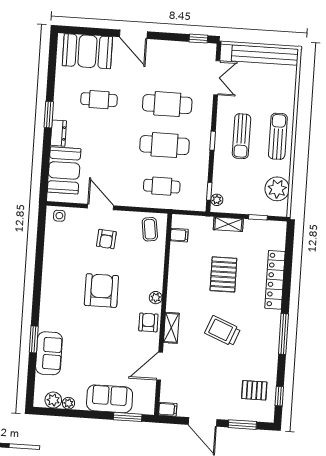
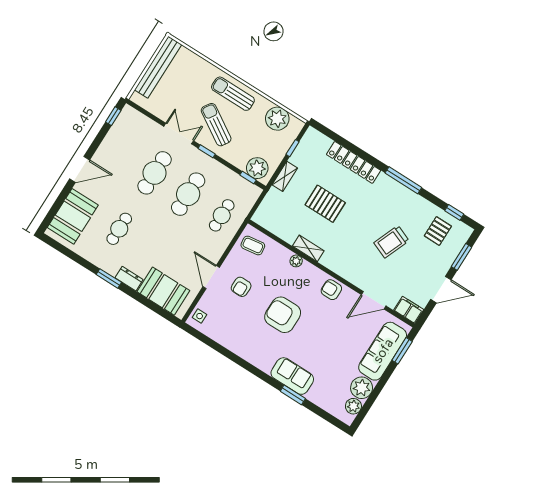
double door: (217, 78) -> (179, 134), moved
sun lounger: (241, 136) -> (216, 125), turned -148
plant: (217, 200) -> (257, 168), width x1.88, depth x1.88
door: (101, 207) -> (211, 277), hinge flipped
filing cabinet: (179, 235) -> (271, 223), removed
armchair: (106, 239) -> (241, 287), turned 85
plant: (156, 298) -> (296, 261), moved
shelving: (171, 328) -> (308, 248), moved
trolley: (223, 331) -> (391, 242), moved
sofa: (49, 353) -> (292, 376), moved
door: (160, 366) -> (374, 300), hinge flipped
sofa: (110, 399) -> (383, 351), width x1.36
plant: (68, 403) -> (362, 388), width x1.88, depth x1.88
filing cabinet: (168, 409) -> (409, 310), width x2.00

